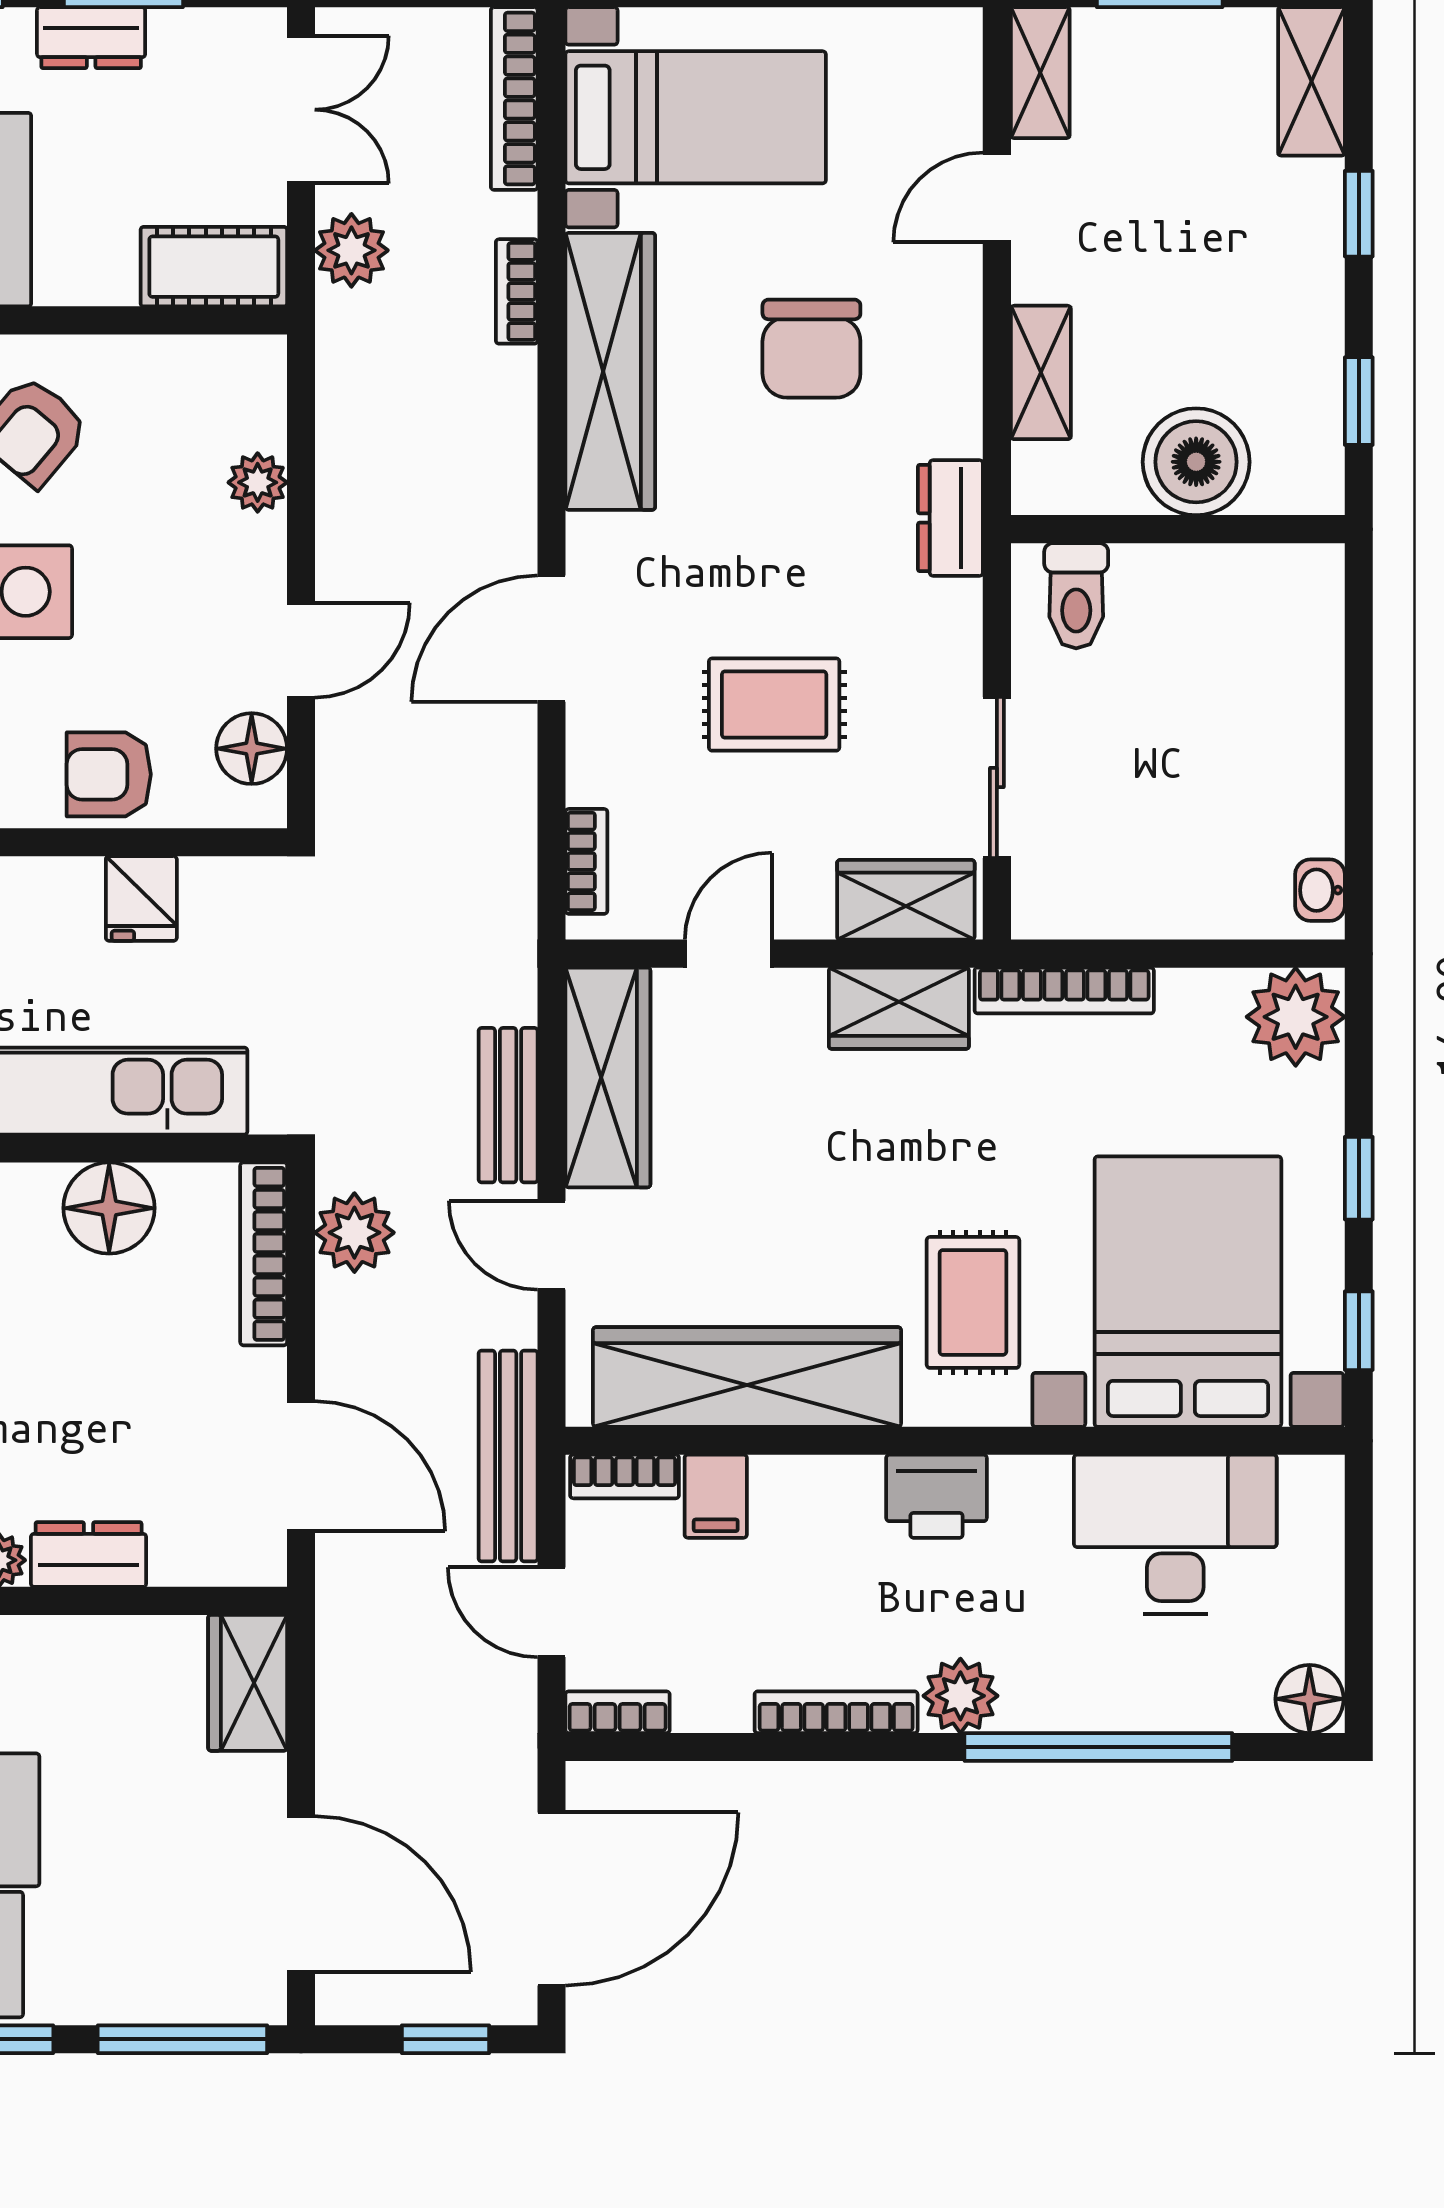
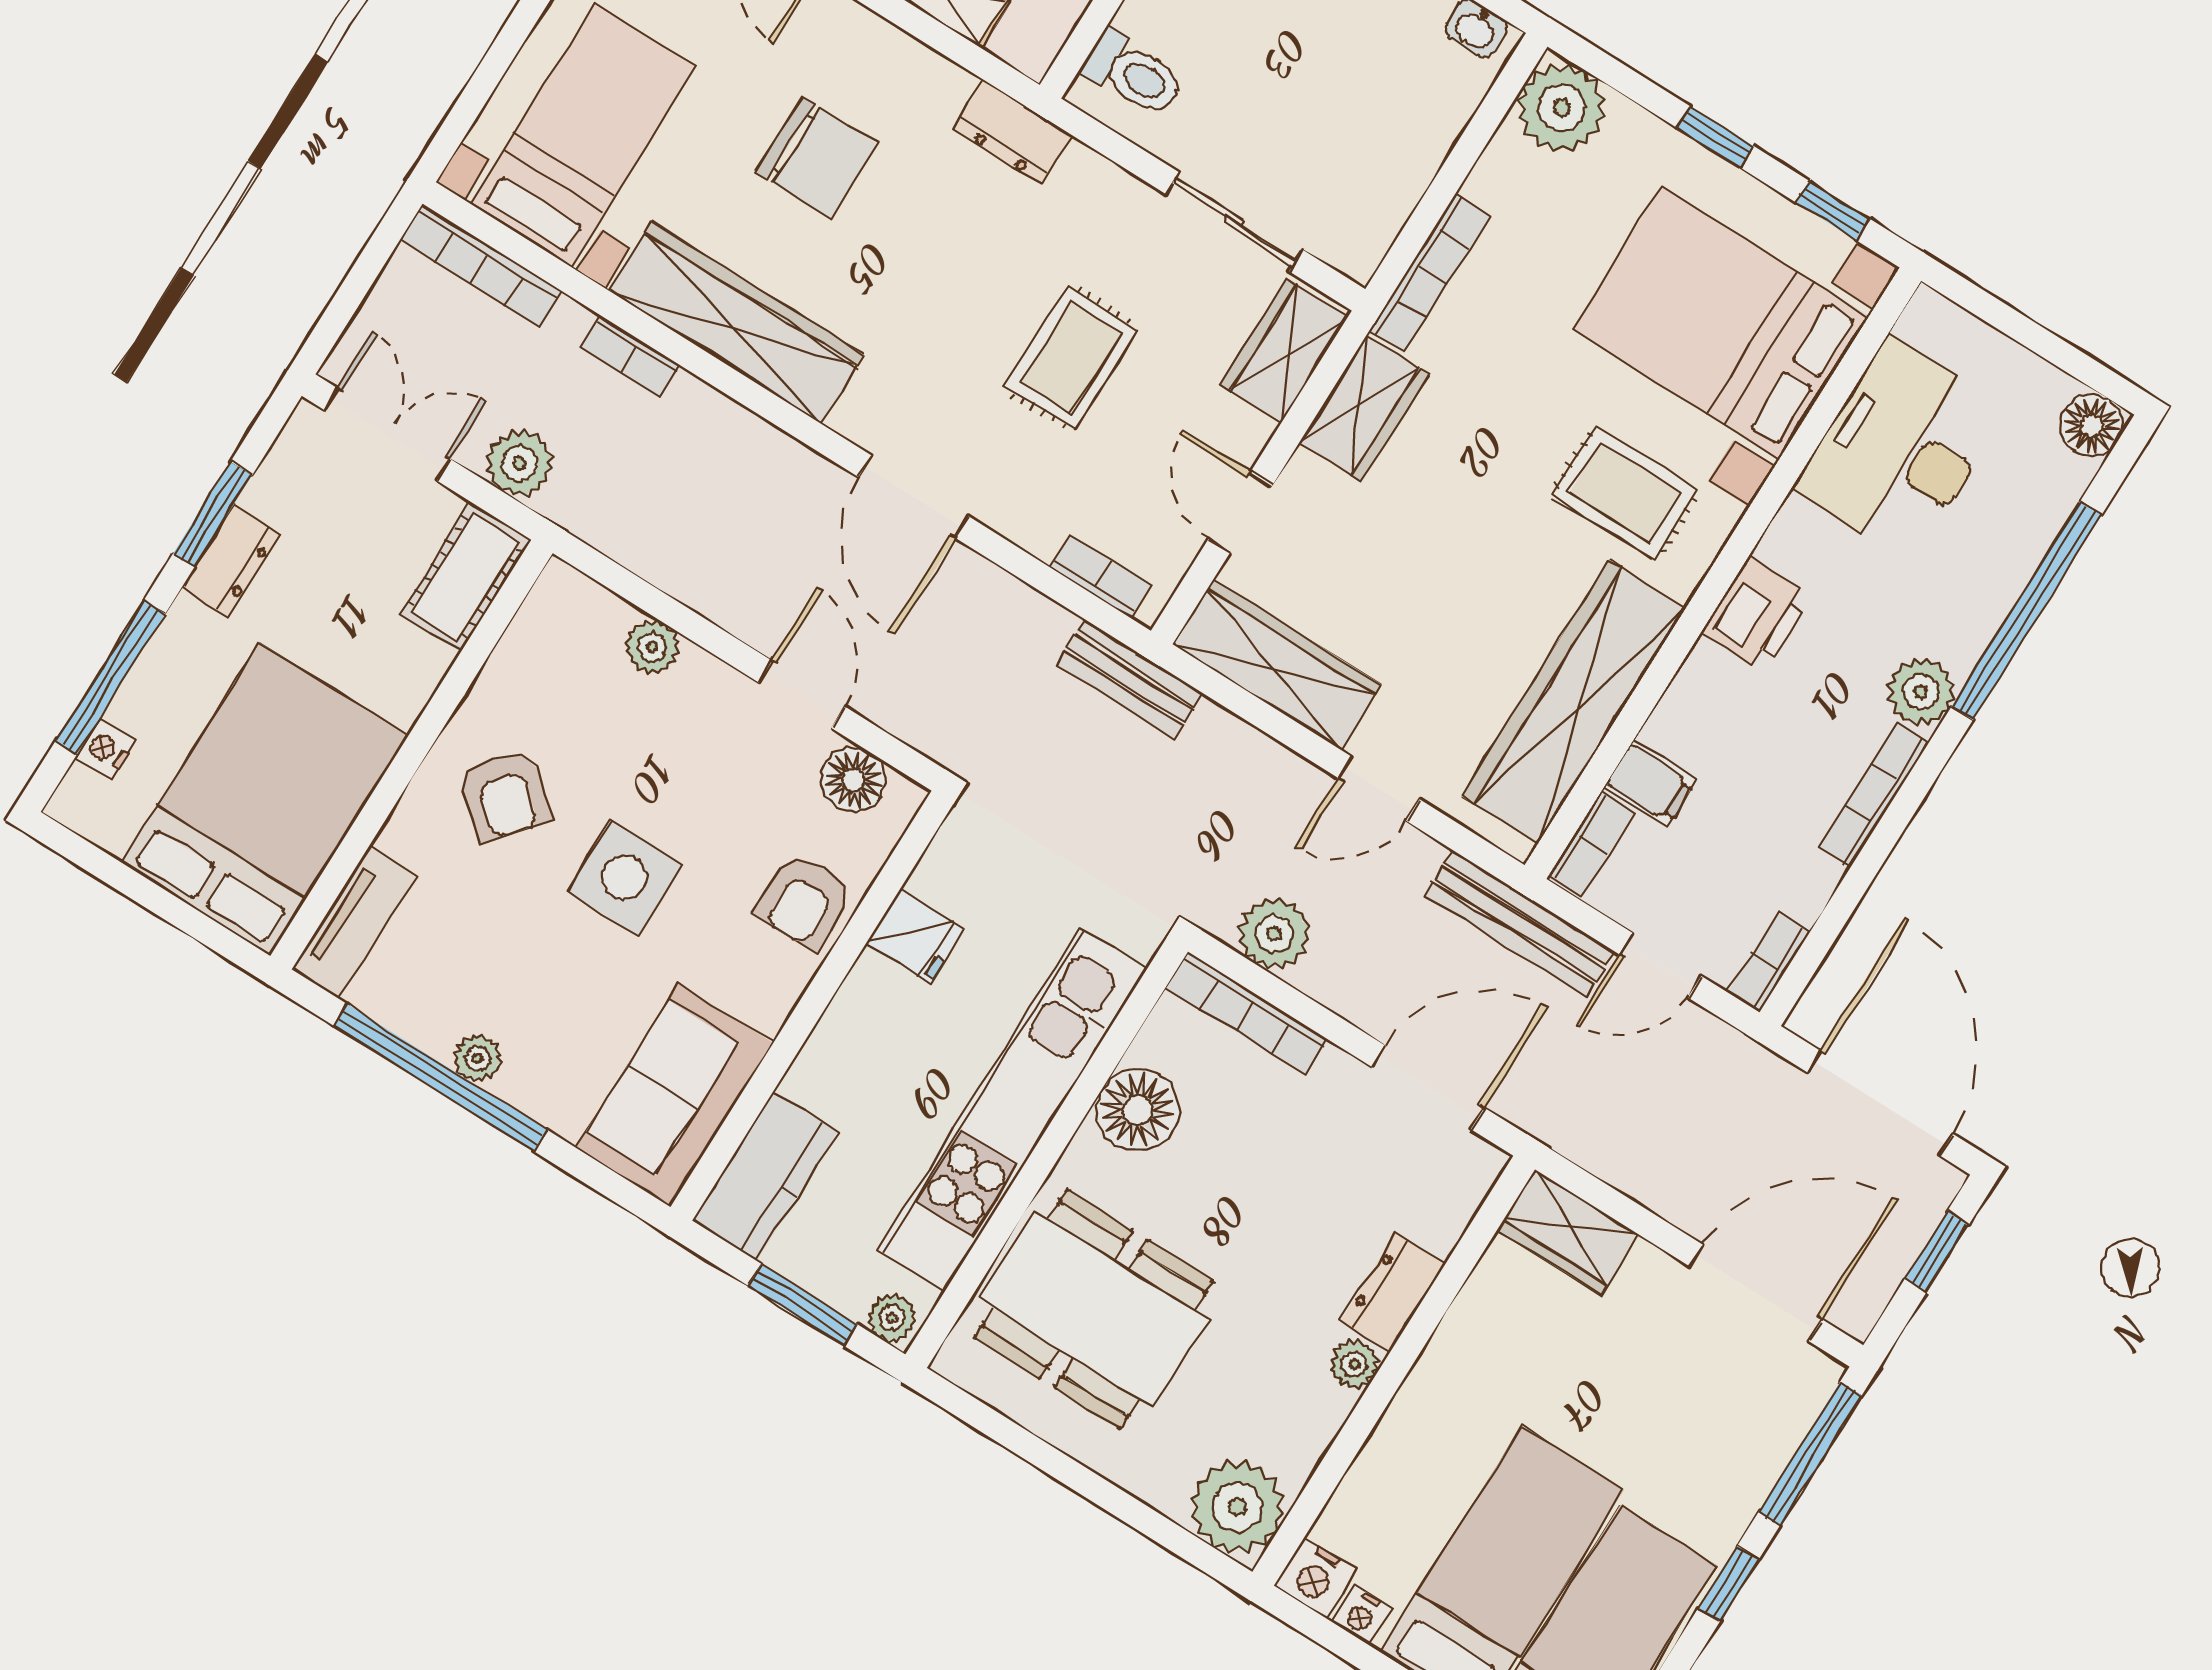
bench: (508, 1105) -> (1130, 679), moved

